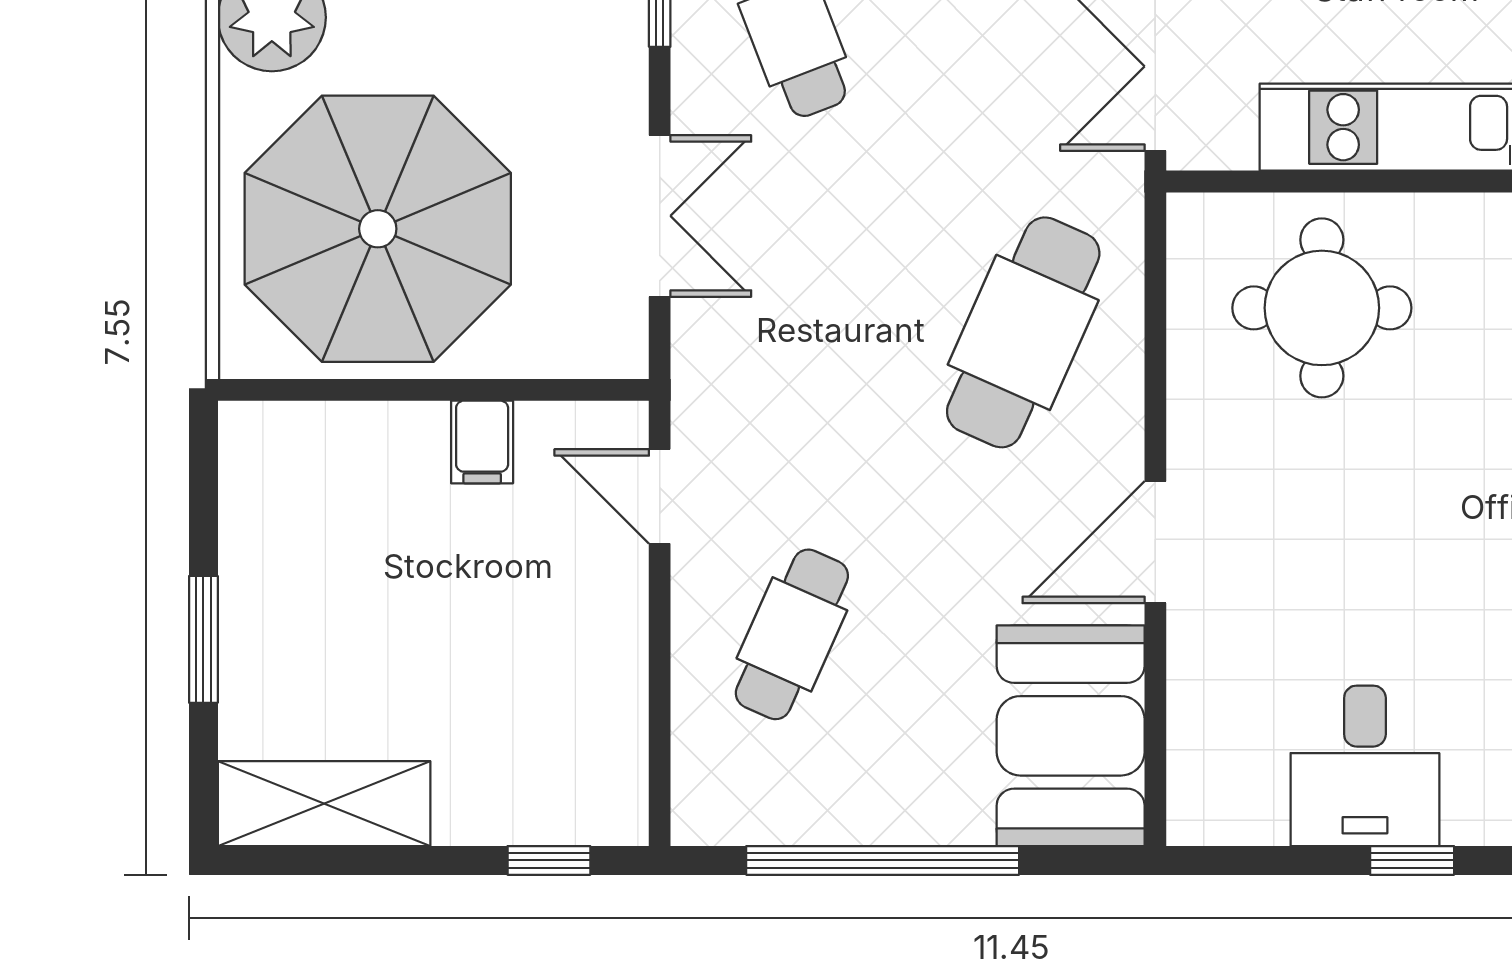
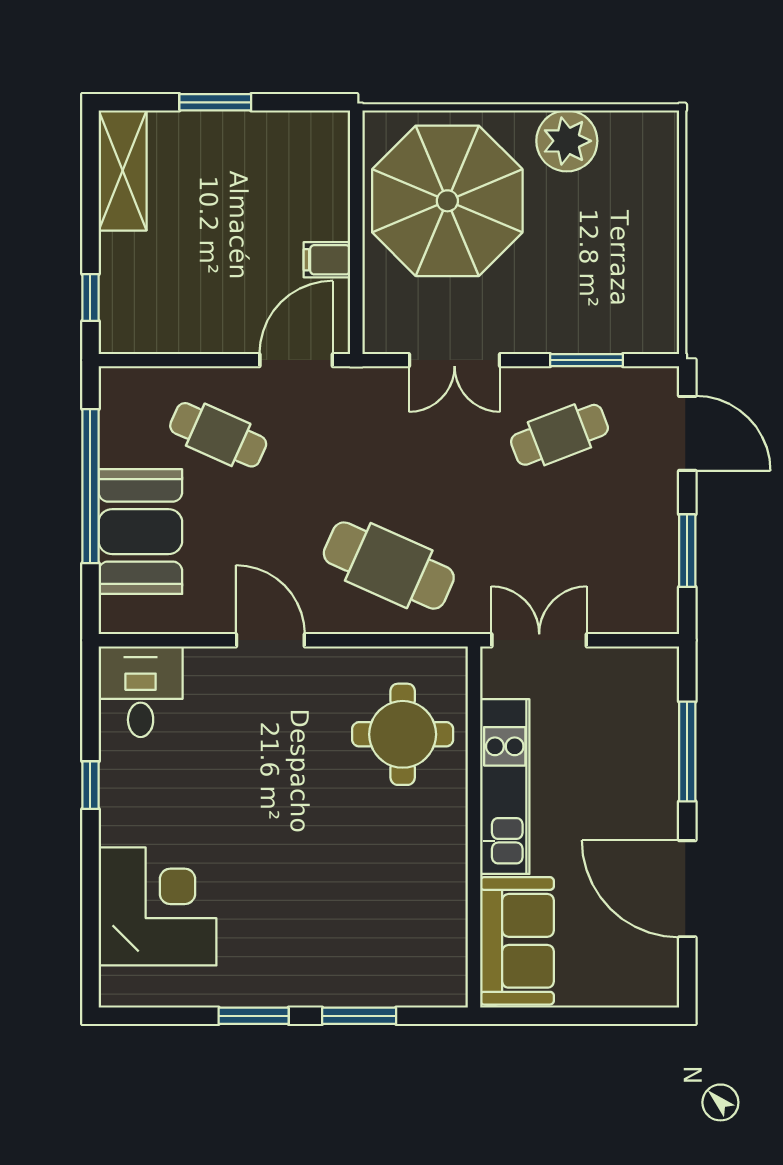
door: (660, 496) -> (296, 360), width x1.38
booth: (1071, 736) -> (140, 532), moved, turned 90
desk: (1365, 766) -> (141, 692), moved, turned 90

